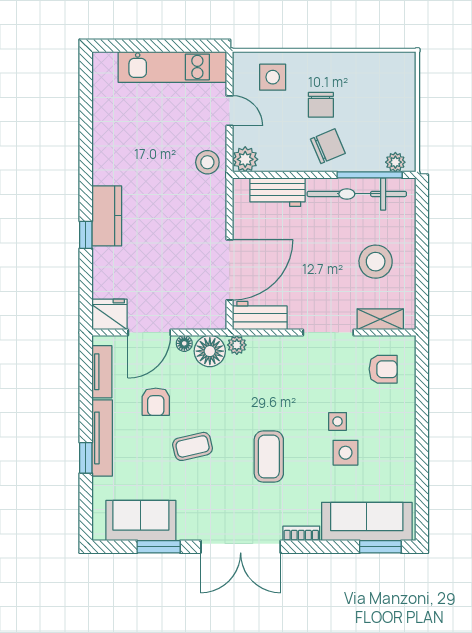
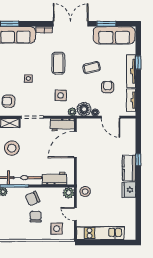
fridge: (110, 314) -> (129, 190), moved, turned 90
door: (149, 333) -> (111, 117), swing flipped
side table: (346, 453) -> (61, 95), moved
sofa: (141, 521) -> (114, 35), width x1.36

